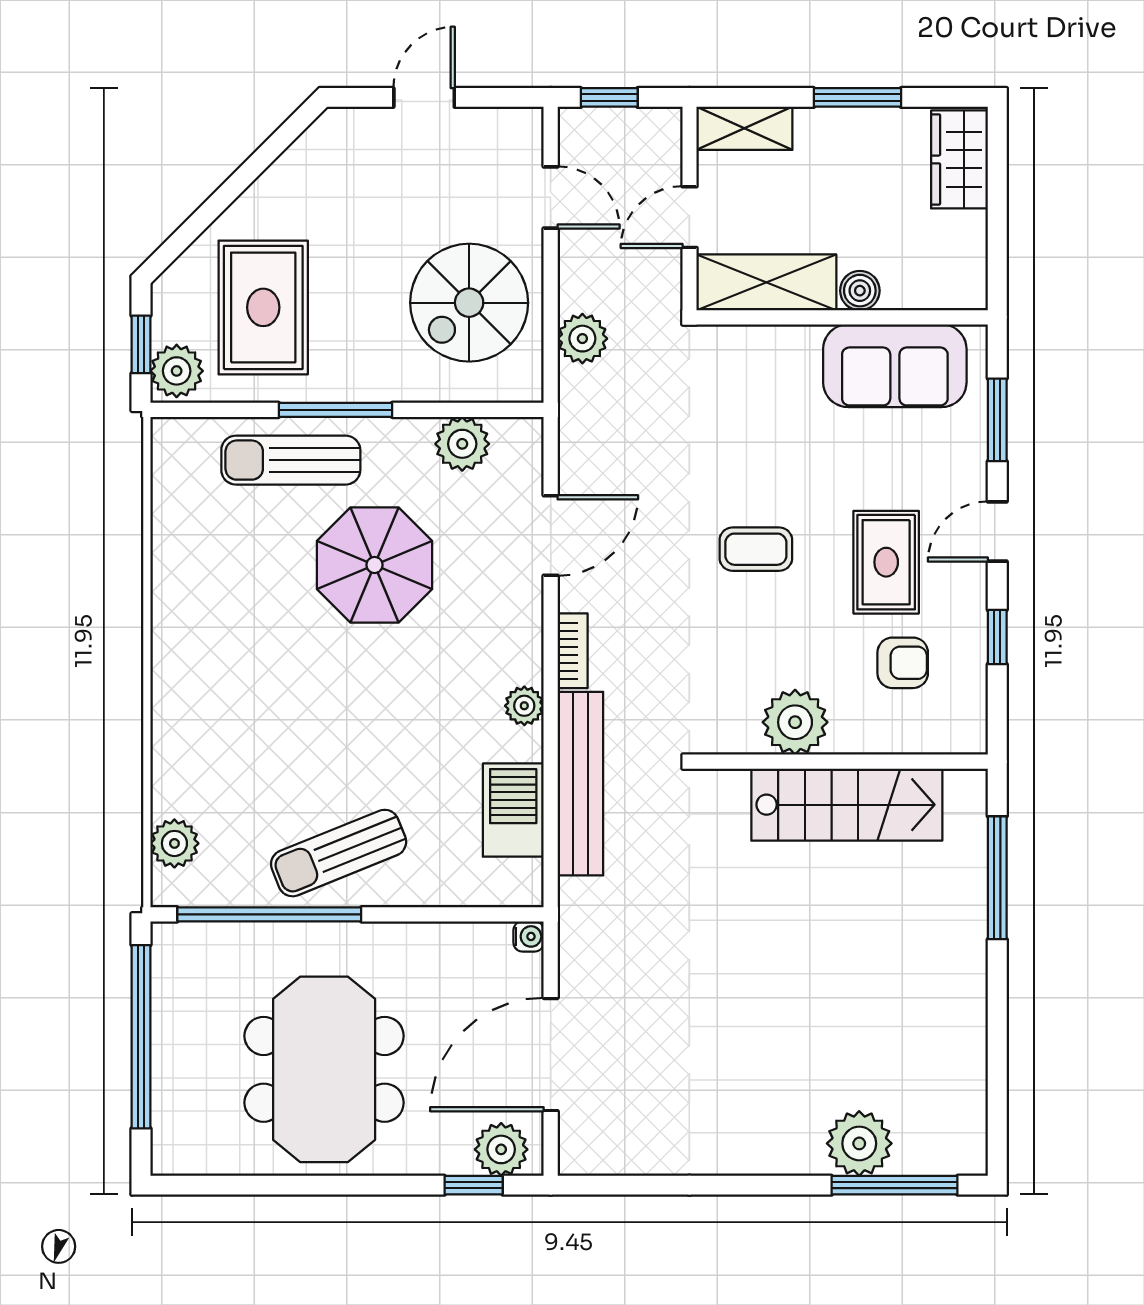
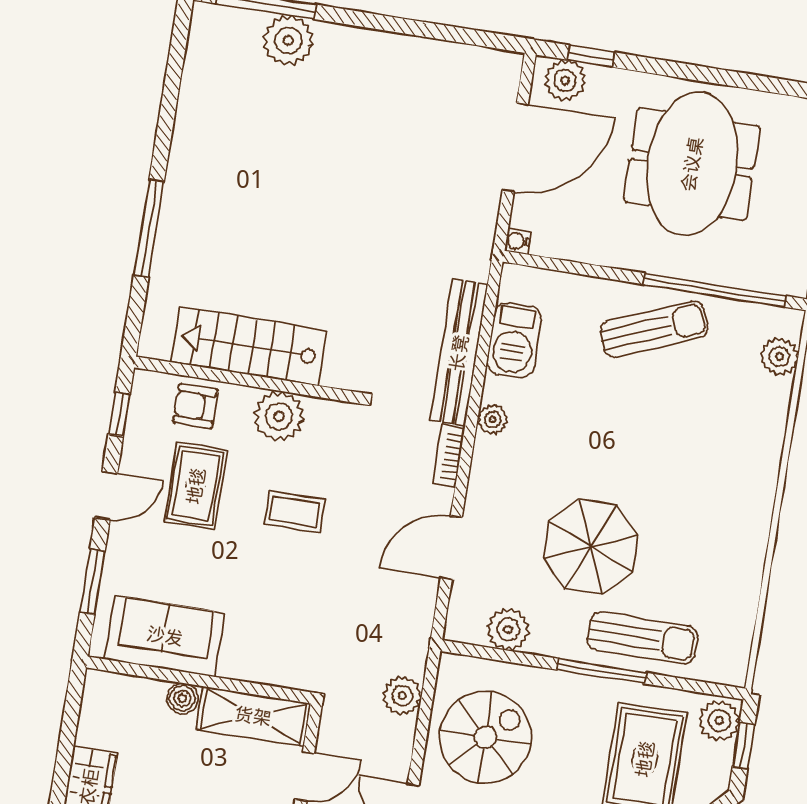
plant: (795, 722) -> (279, 416), moved
wall: (842, 762) -> (247, 380), moved
stairs: (847, 805) -> (249, 346), moved

